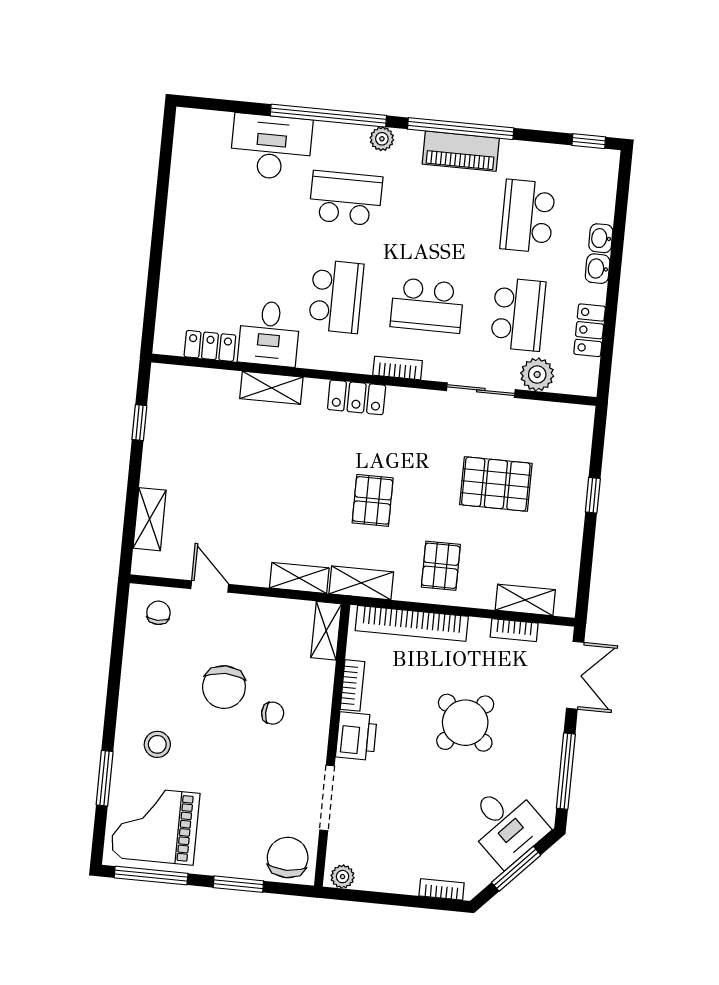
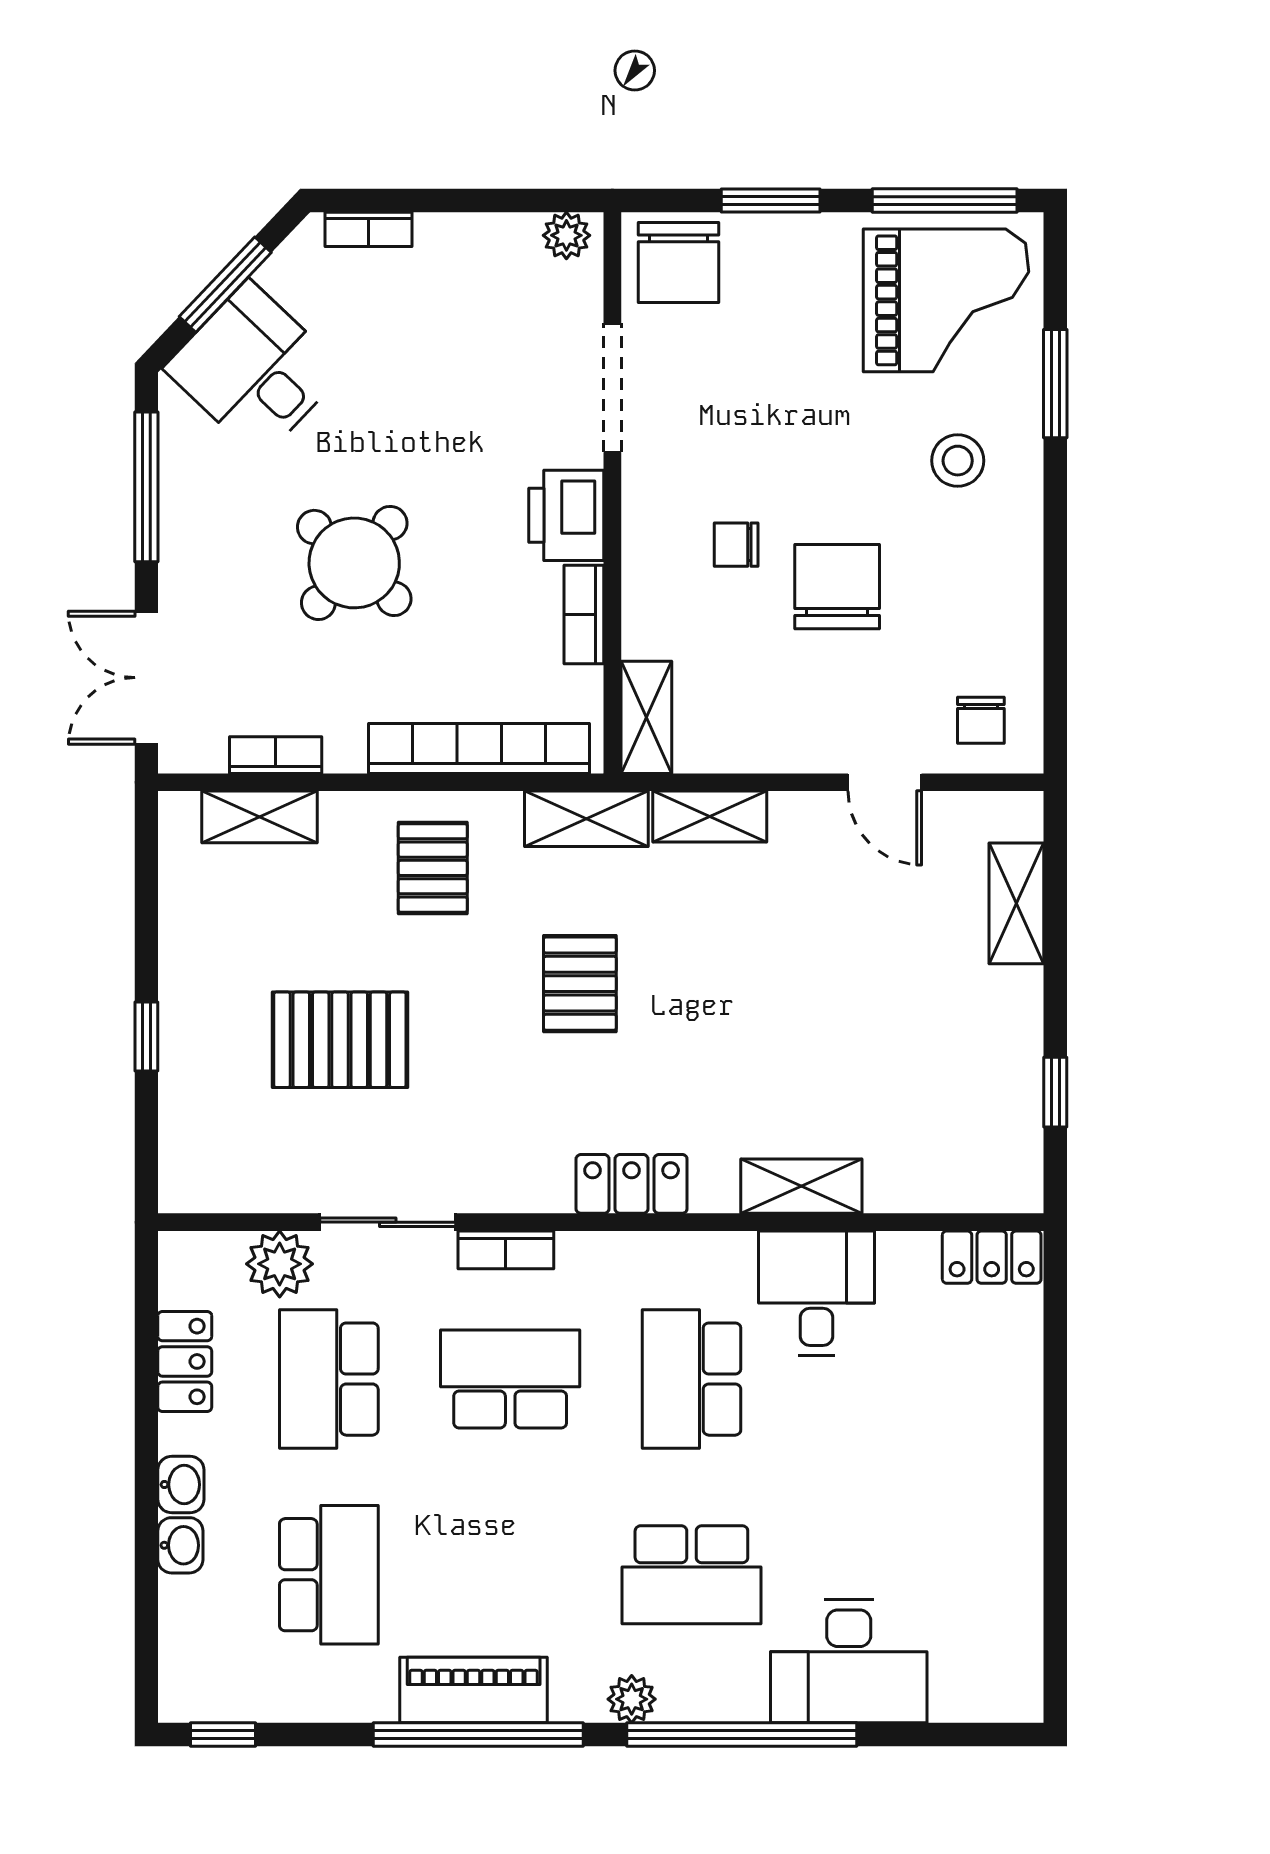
locker: (210, 346) -> (992, 1257), moved
bookcase: (398, 368) -> (506, 1250), moved

